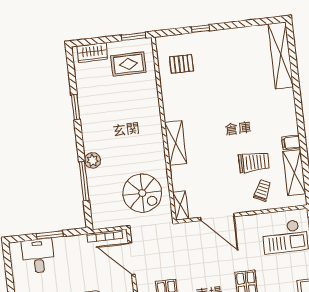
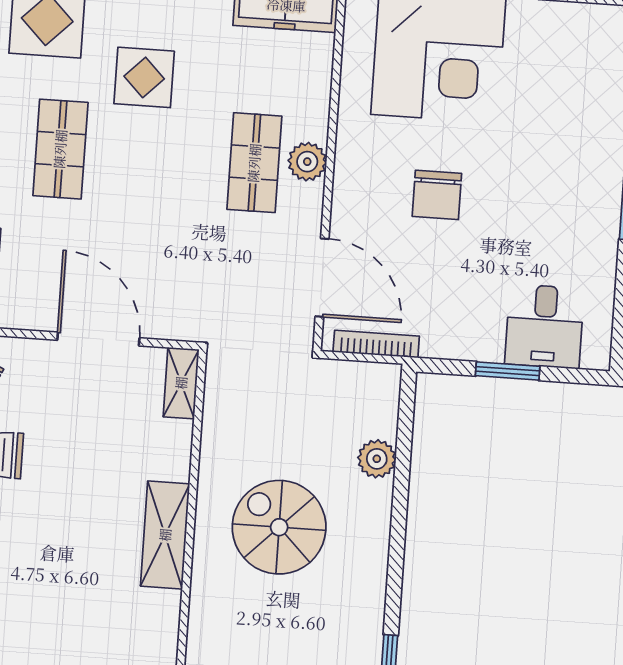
plant: (93, 160) -> (377, 459), moved
window: (84, 181) -> (401, 484), removed
spiral stairs: (142, 193) -> (279, 527), moved

